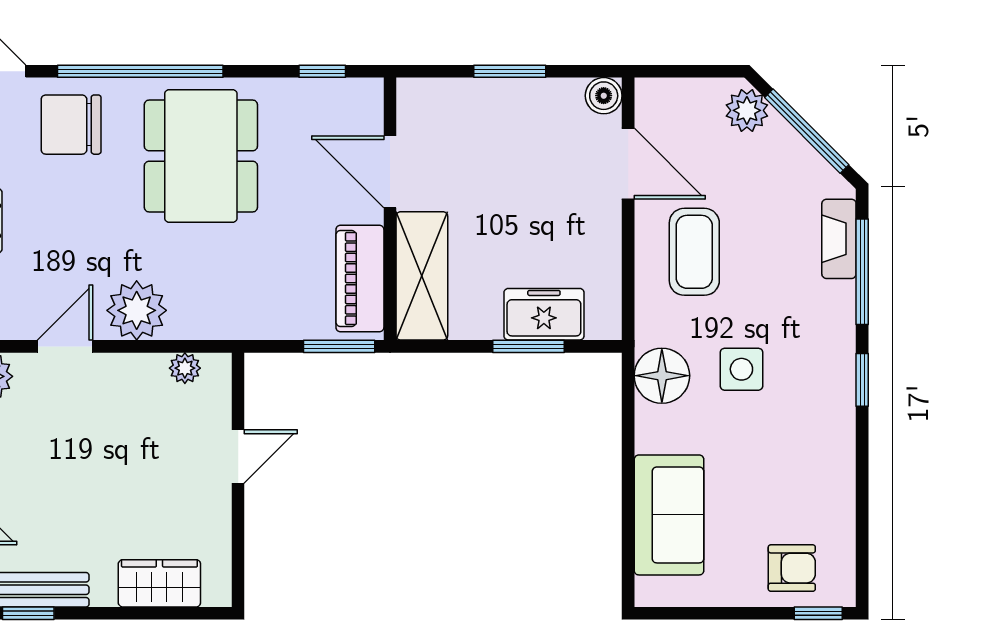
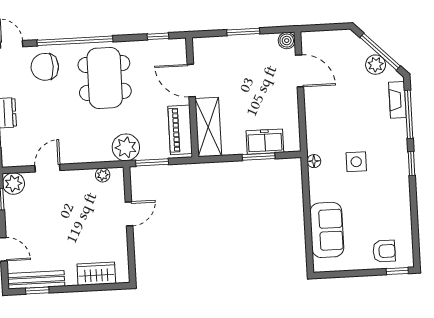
plant: (747, 110) -> (376, 65), moved
coffee table: (694, 252) -> (332, 109), removed
plant: (137, 310) -> (126, 147), moved
window: (339, 346) -> (152, 162), moved
floor lamp: (662, 376) -> (314, 161), width x0.53, depth x0.53

